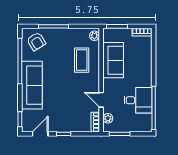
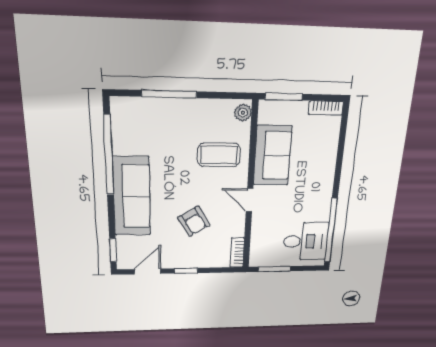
armchair: (36, 41) -> (194, 221), moved
coffee table: (82, 60) -> (219, 155), turned 90
door: (101, 100) -> (250, 200), moved
desk: (138, 100) -> (305, 241), moved
plant: (108, 118) -> (258, 247), removed

